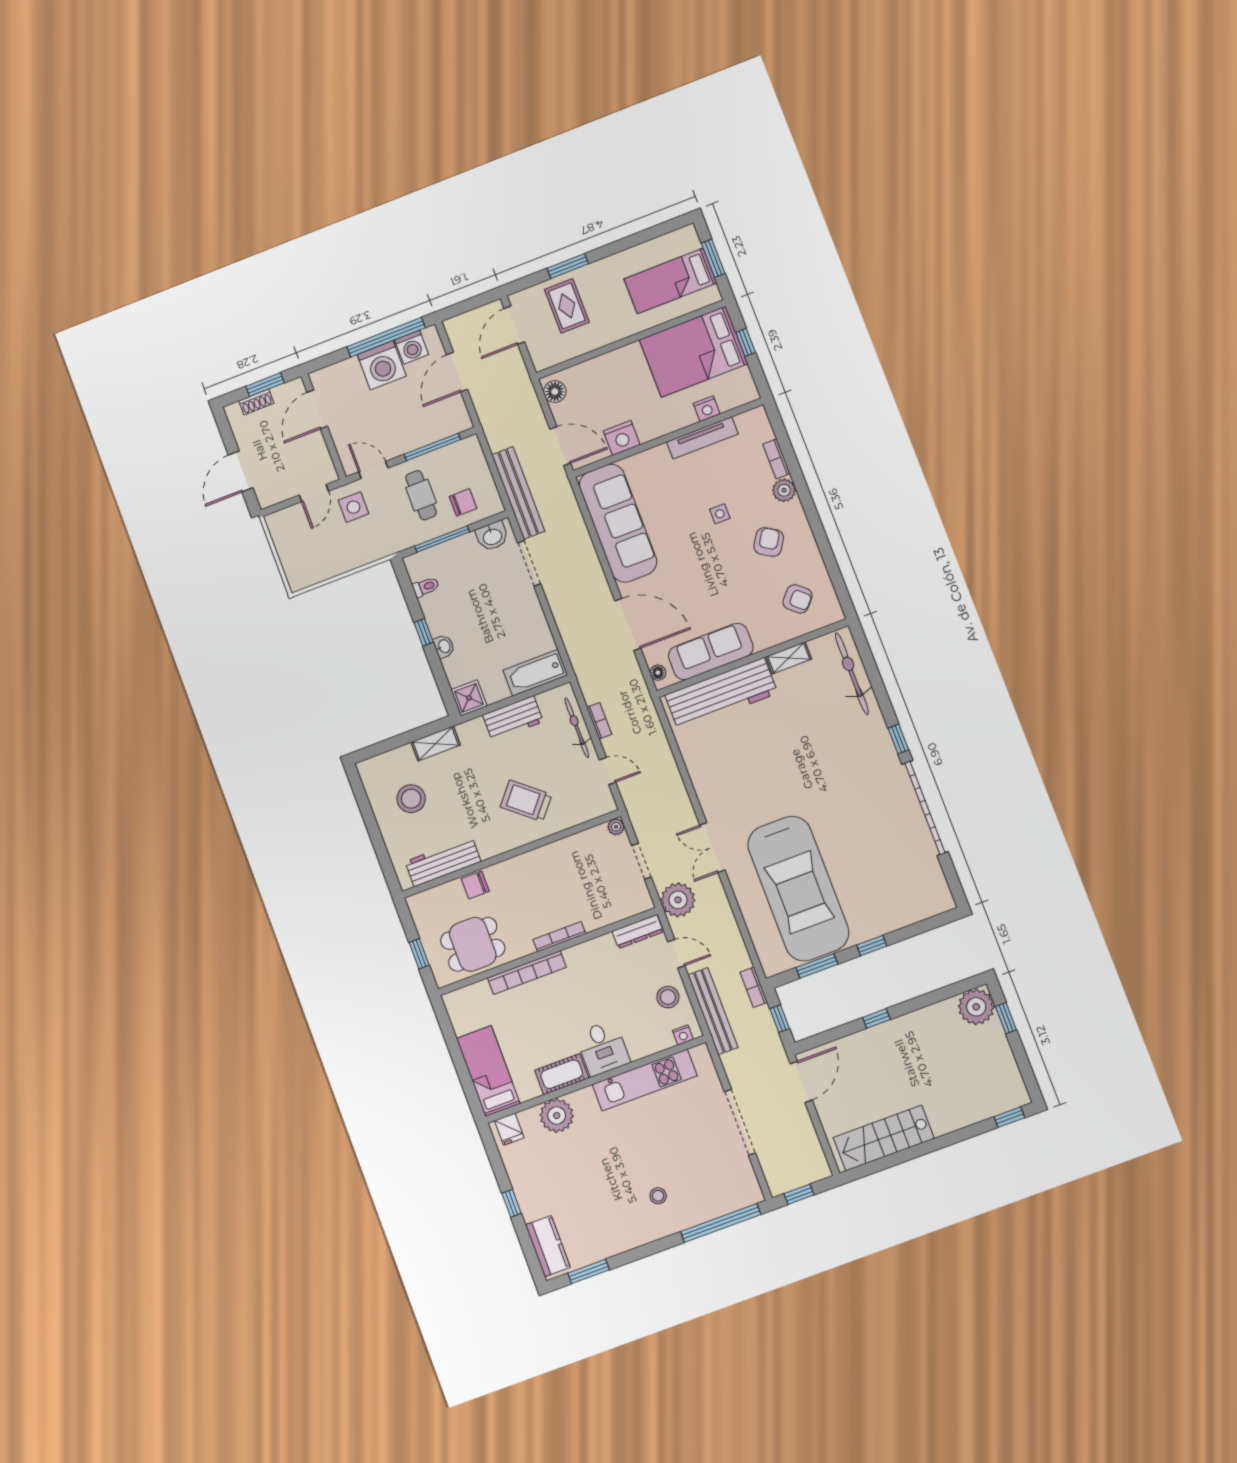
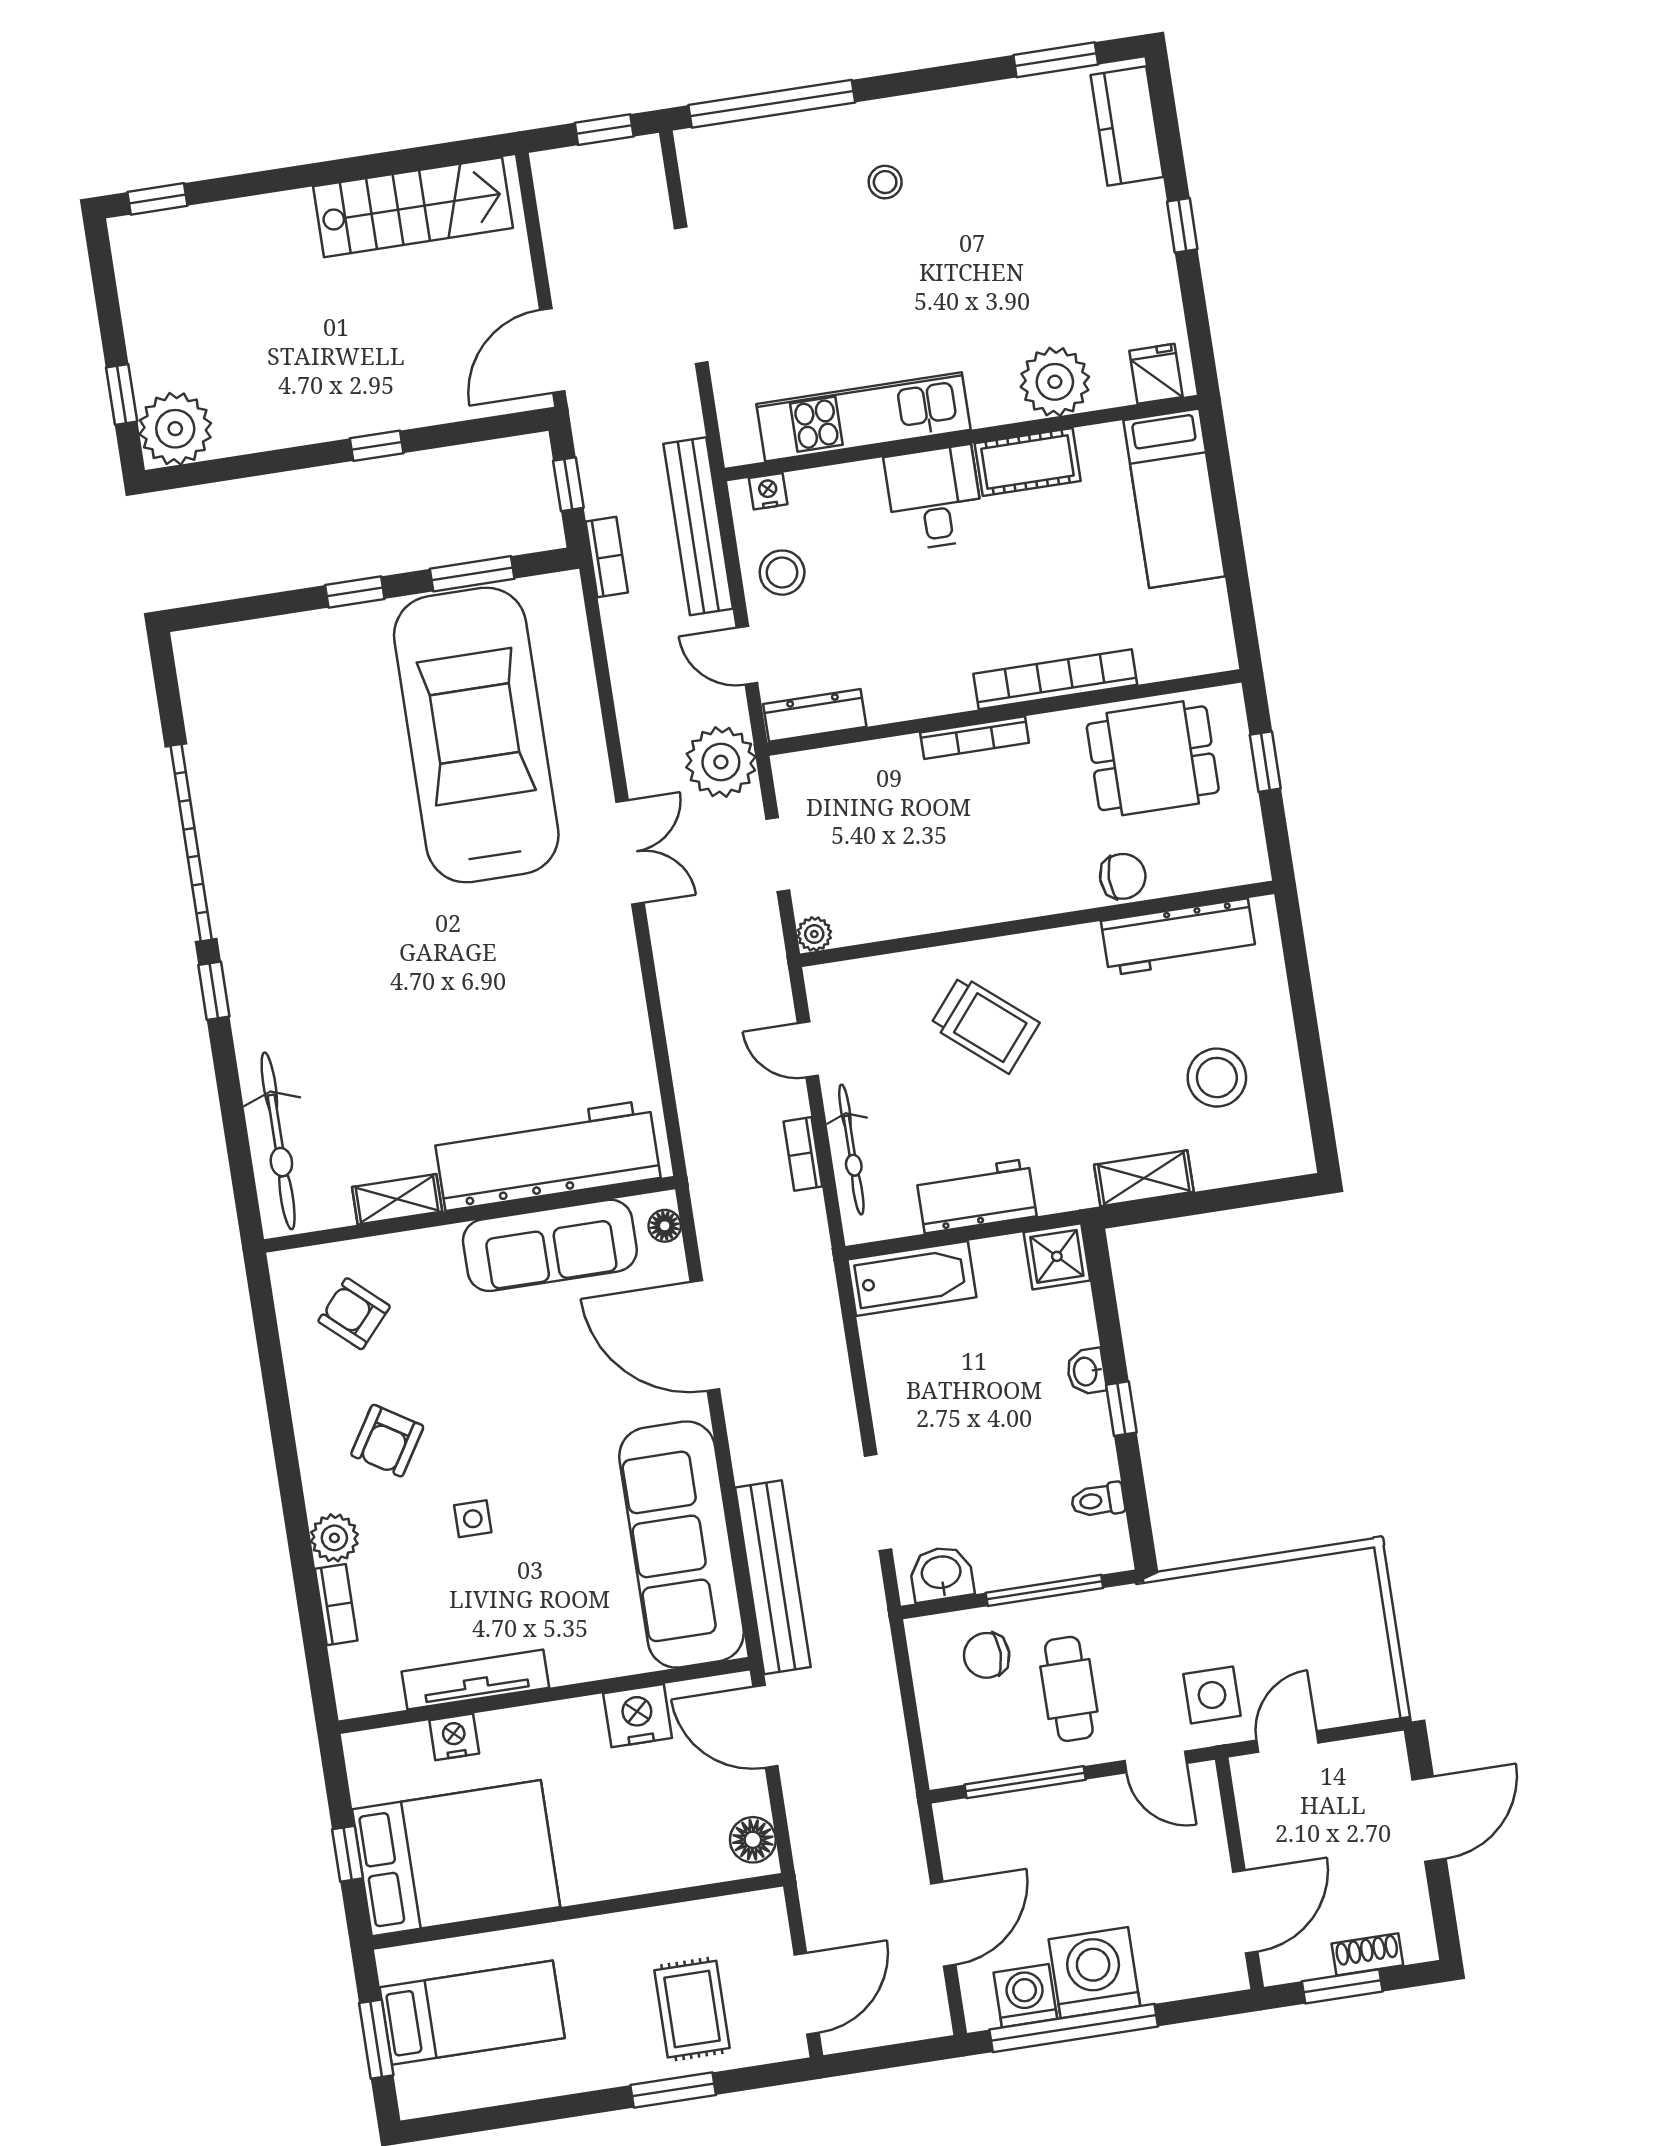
bench: (518, 493) -> (773, 1577), moved

